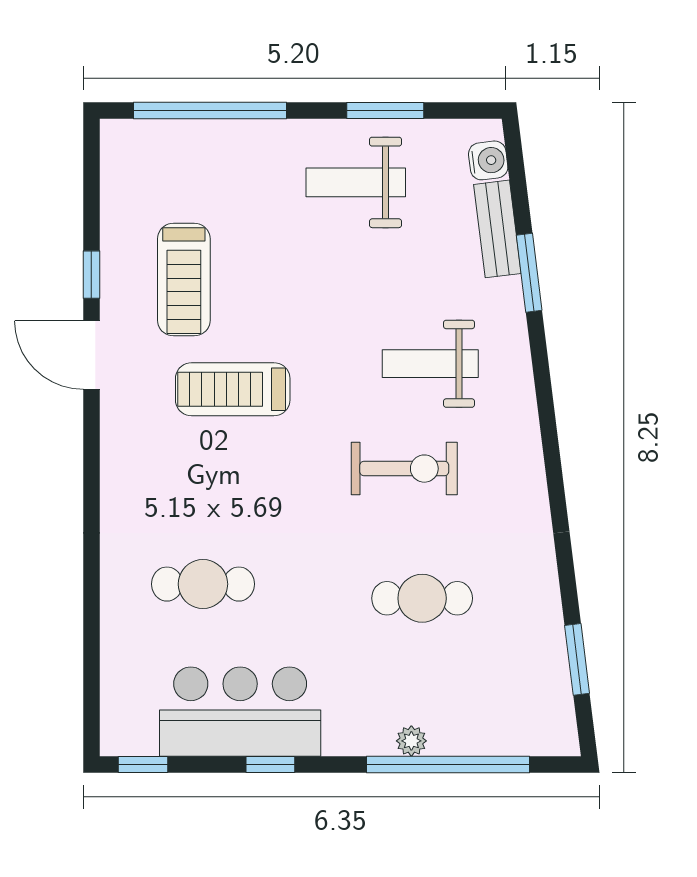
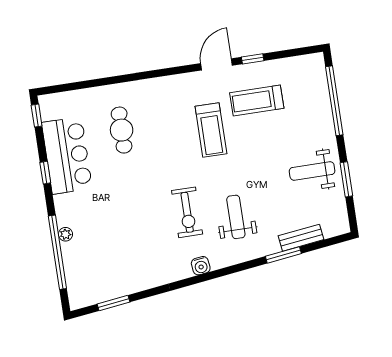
water cooler: (488, 160) -> (201, 266), moved
weight bench: (356, 182) -> (312, 171), turned -90
treadmill: (233, 389) -> (211, 130), turned 180
cafe table: (422, 598) -> (130, 229), removed

